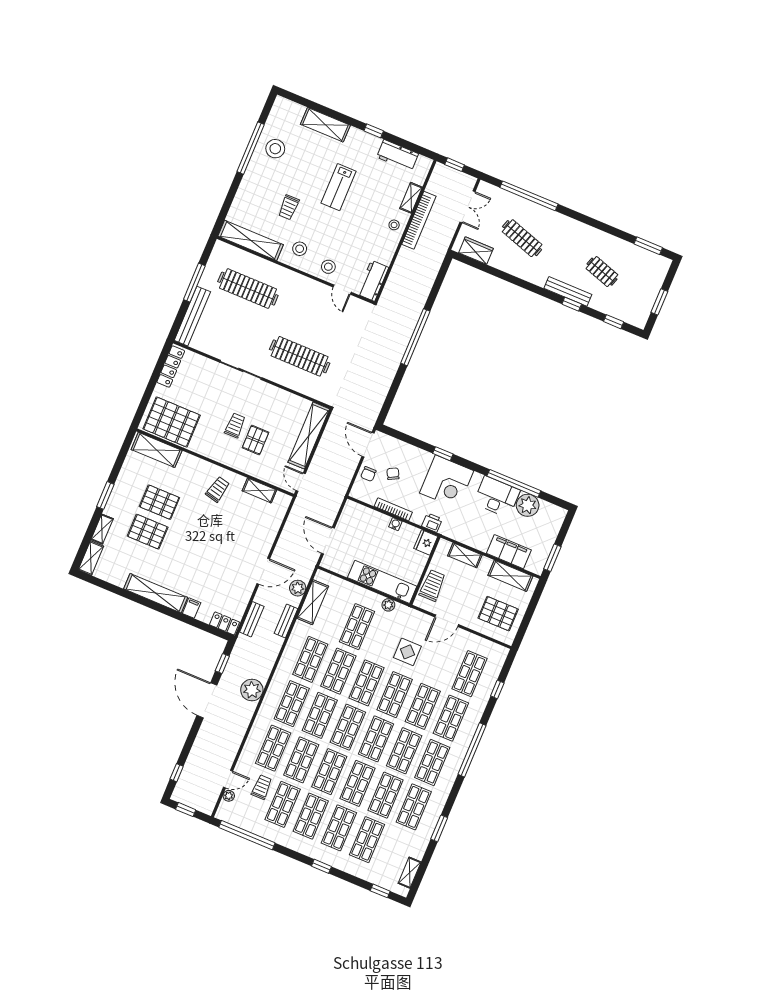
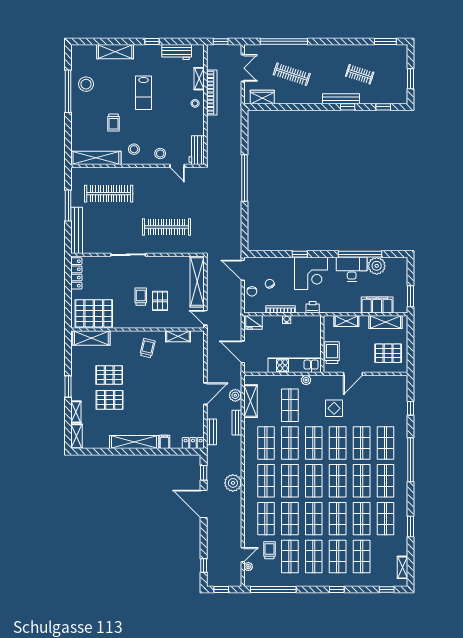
fridge: (426, 542) -> (254, 322), moved, turned -90
shop shelf: (469, 674) -> (385, 405), removed

